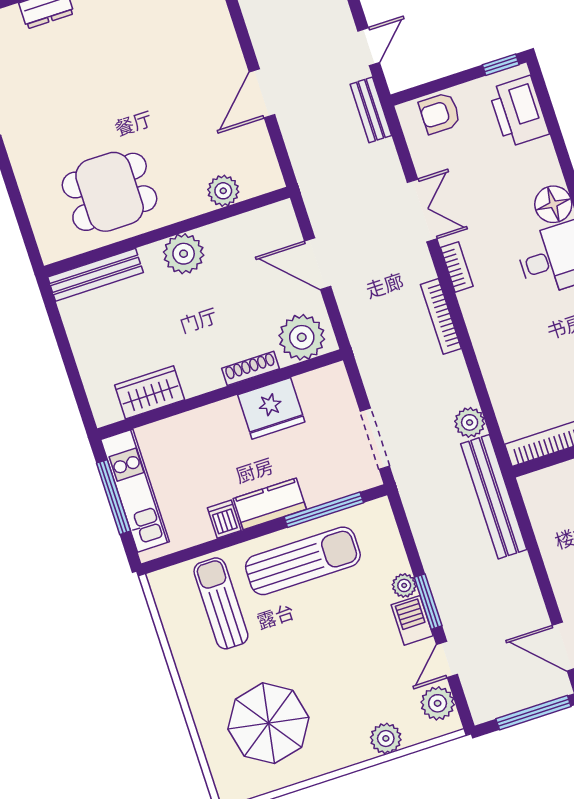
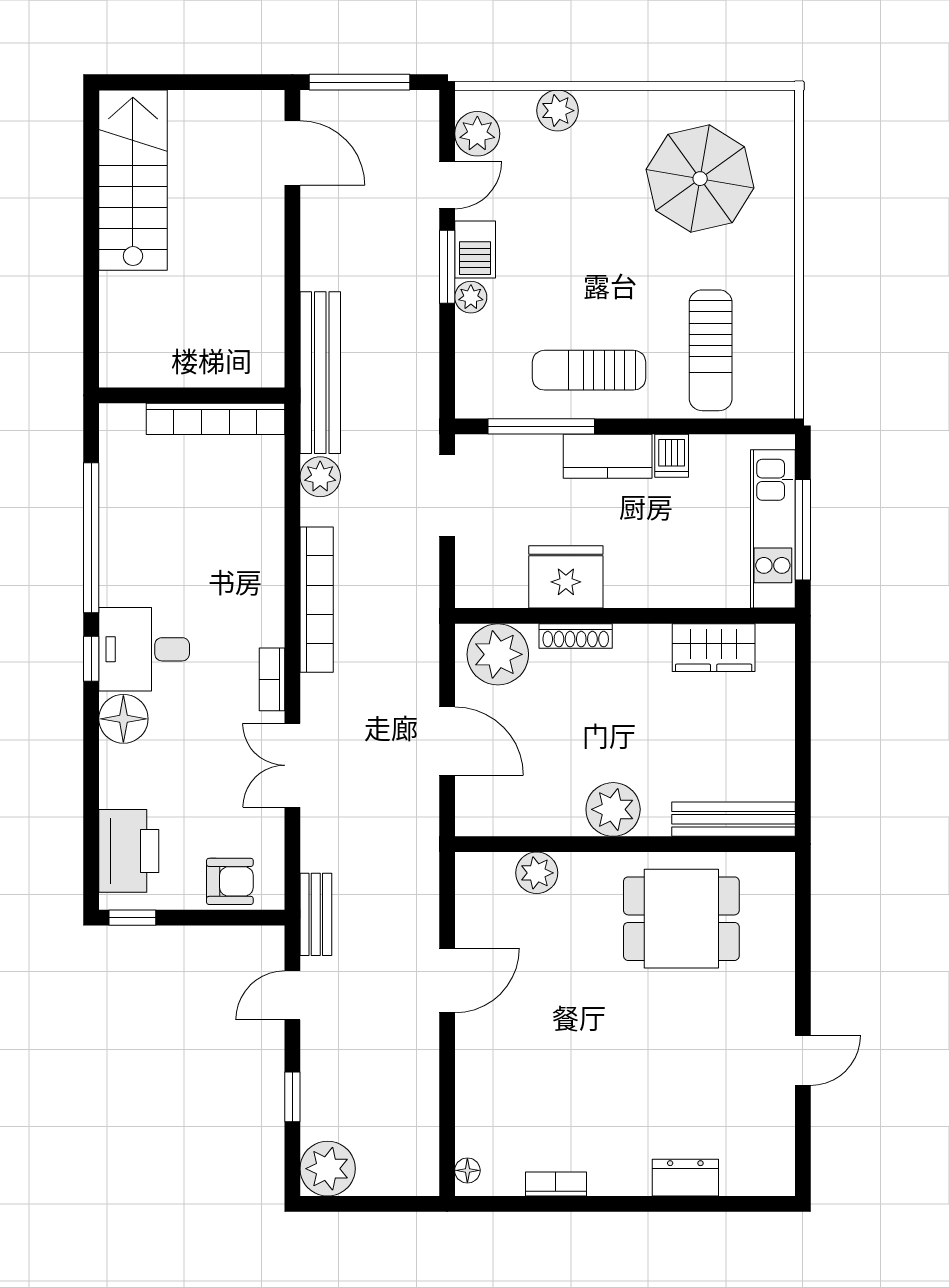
bookcase: (441, 316) -> (317, 600), width x1.48, depth x1.31
sun lounger: (303, 561) -> (589, 370), width x0.73, depth x0.75

